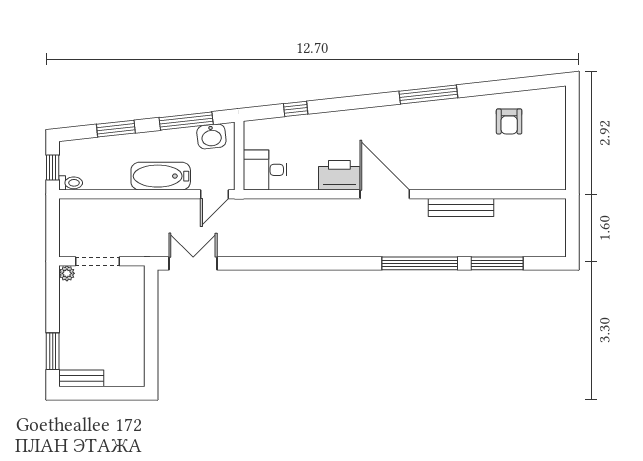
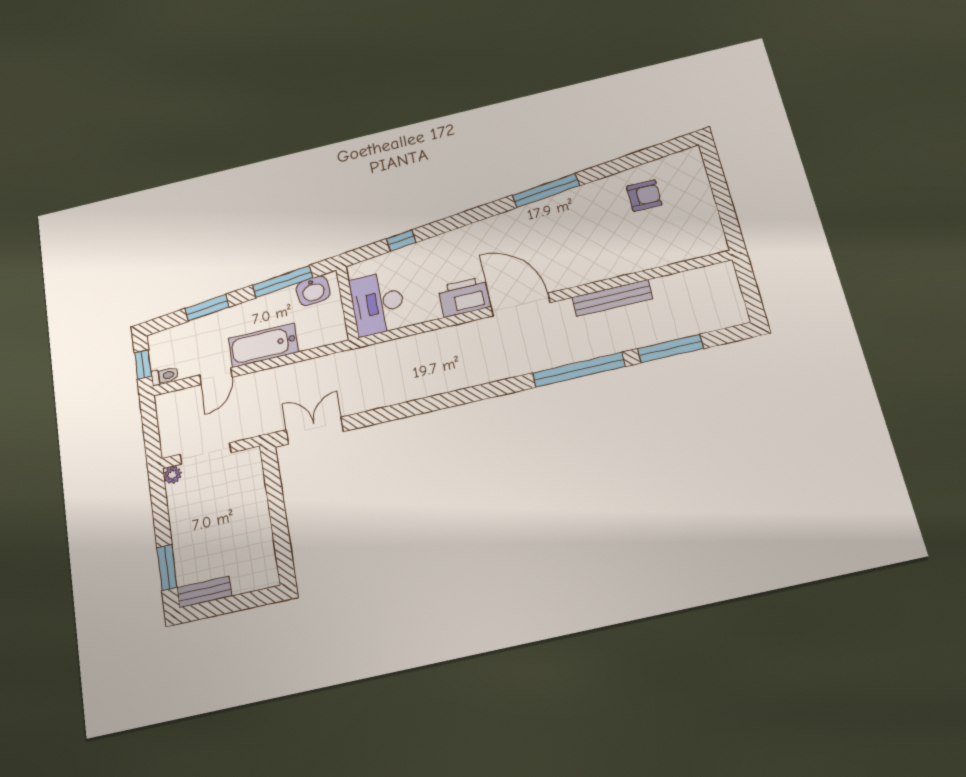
armchair: (509, 121) -> (644, 196), turned -90
desk: (265, 170) -> (378, 303), width x1.37
door: (215, 194) -> (216, 376), moved

